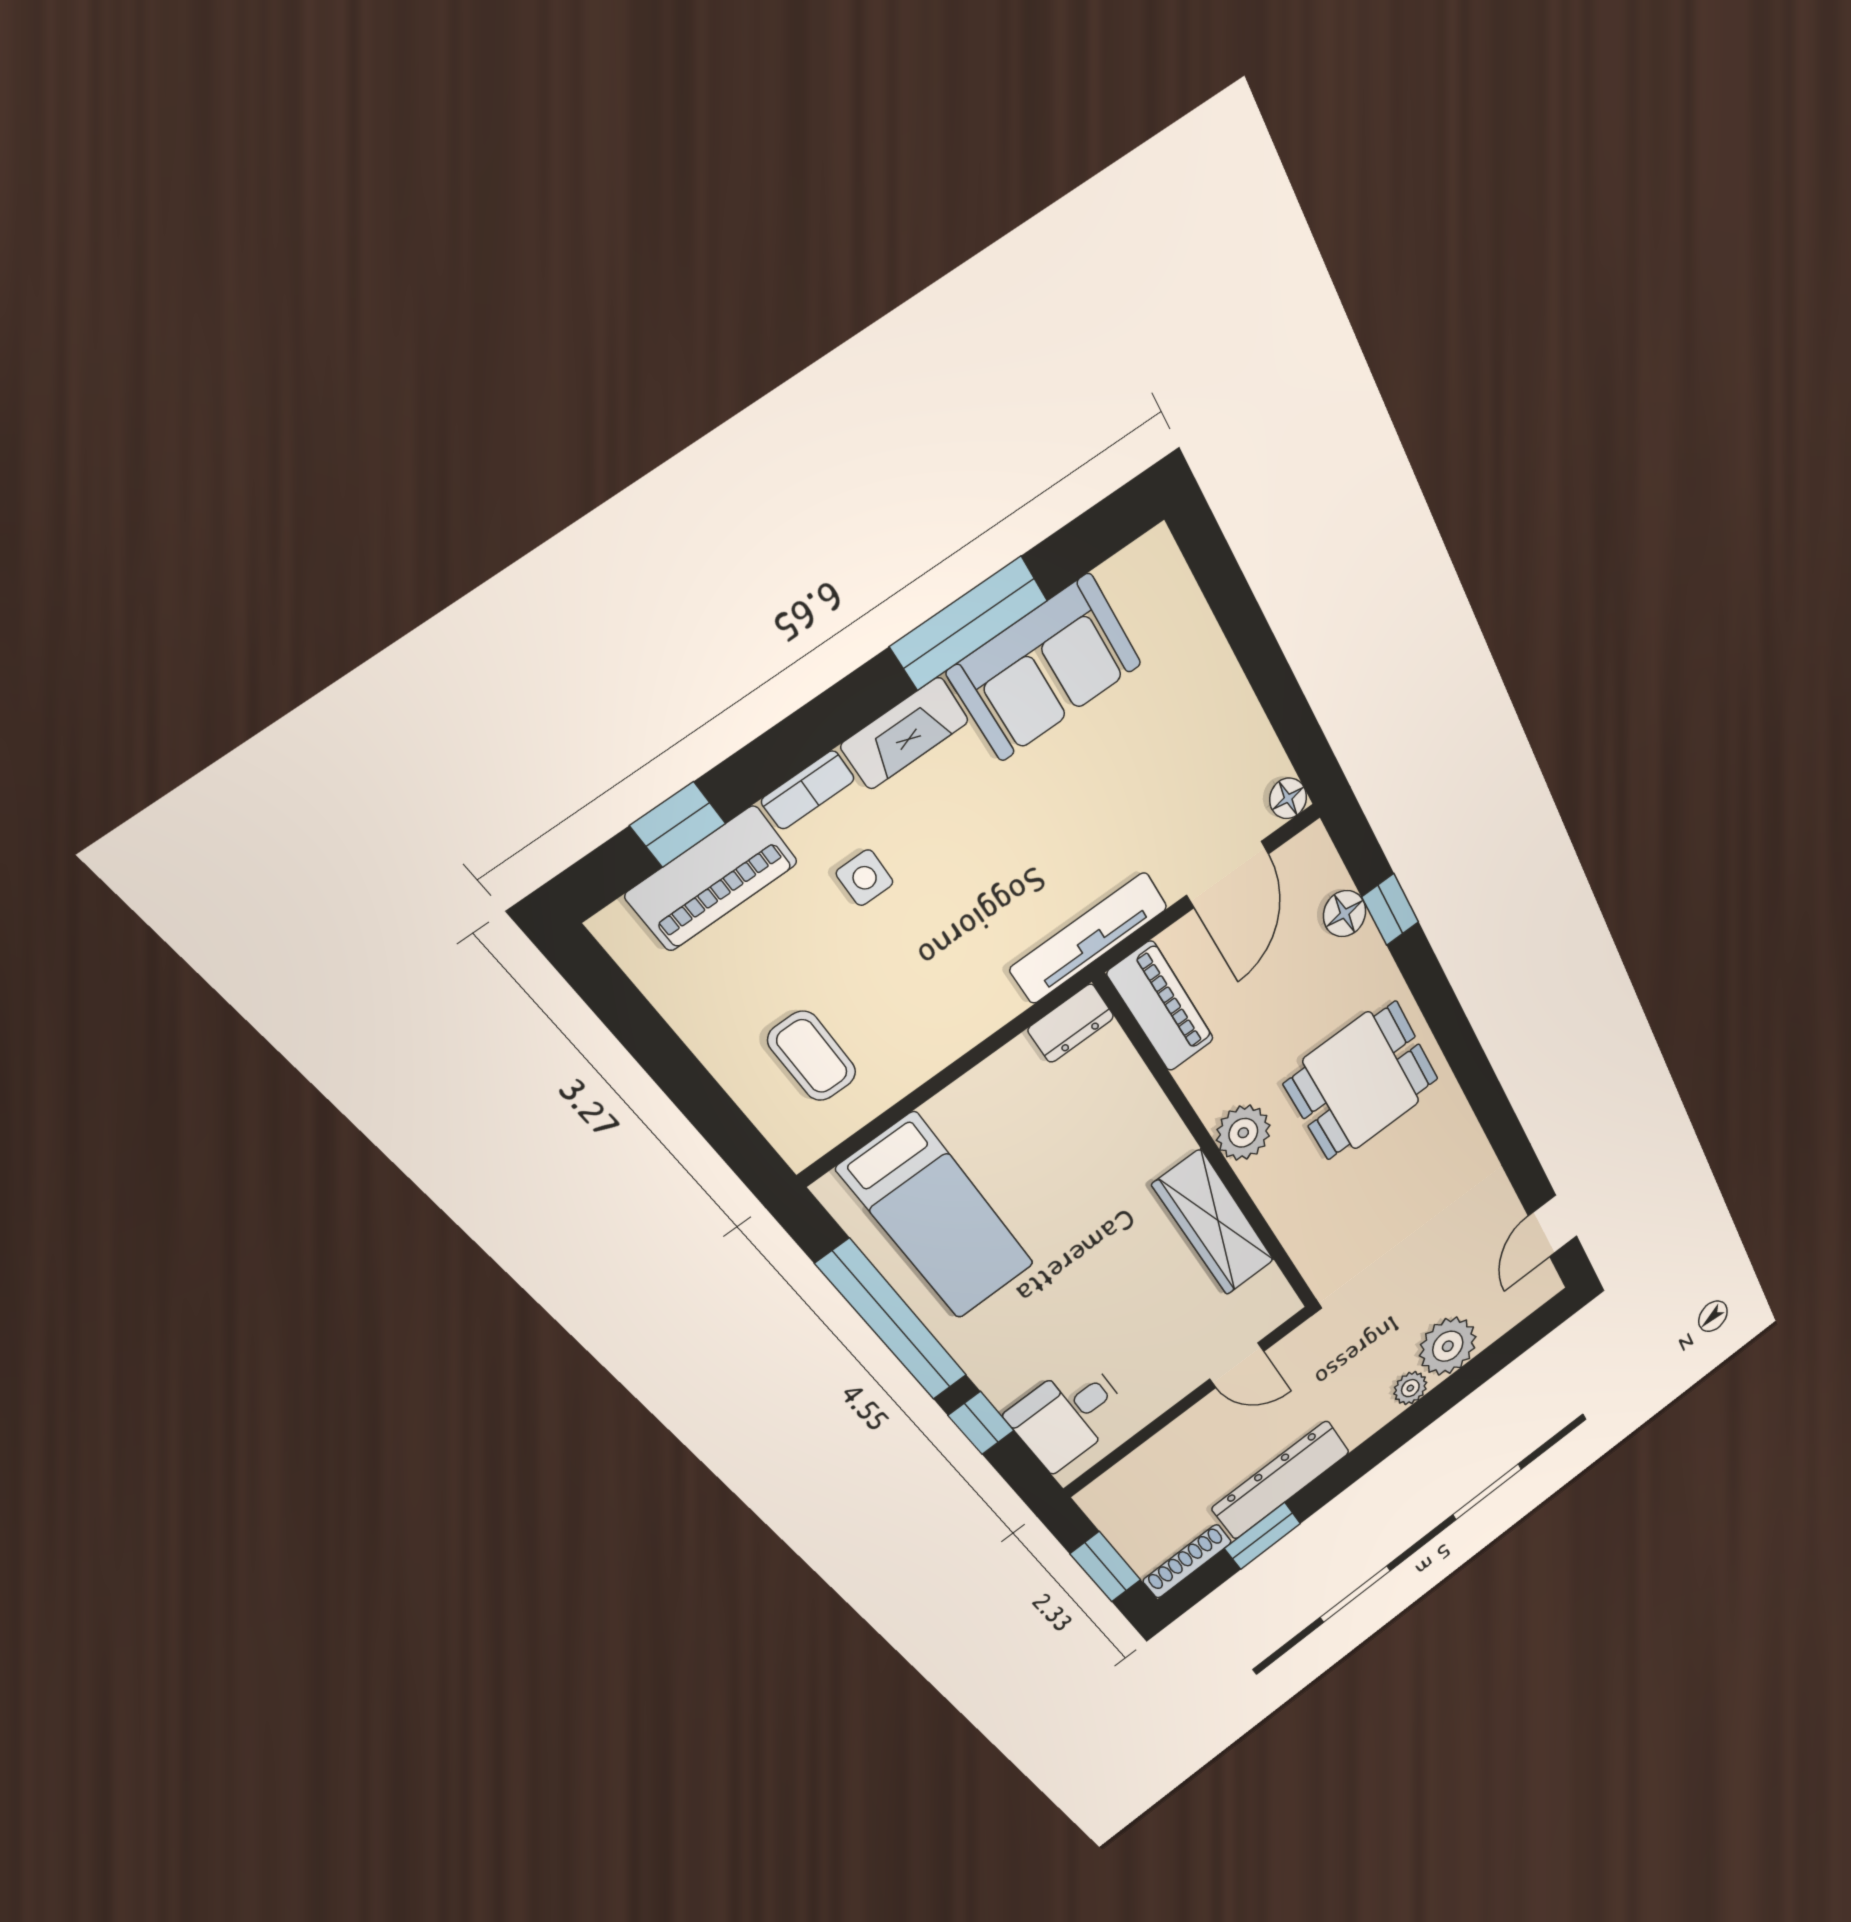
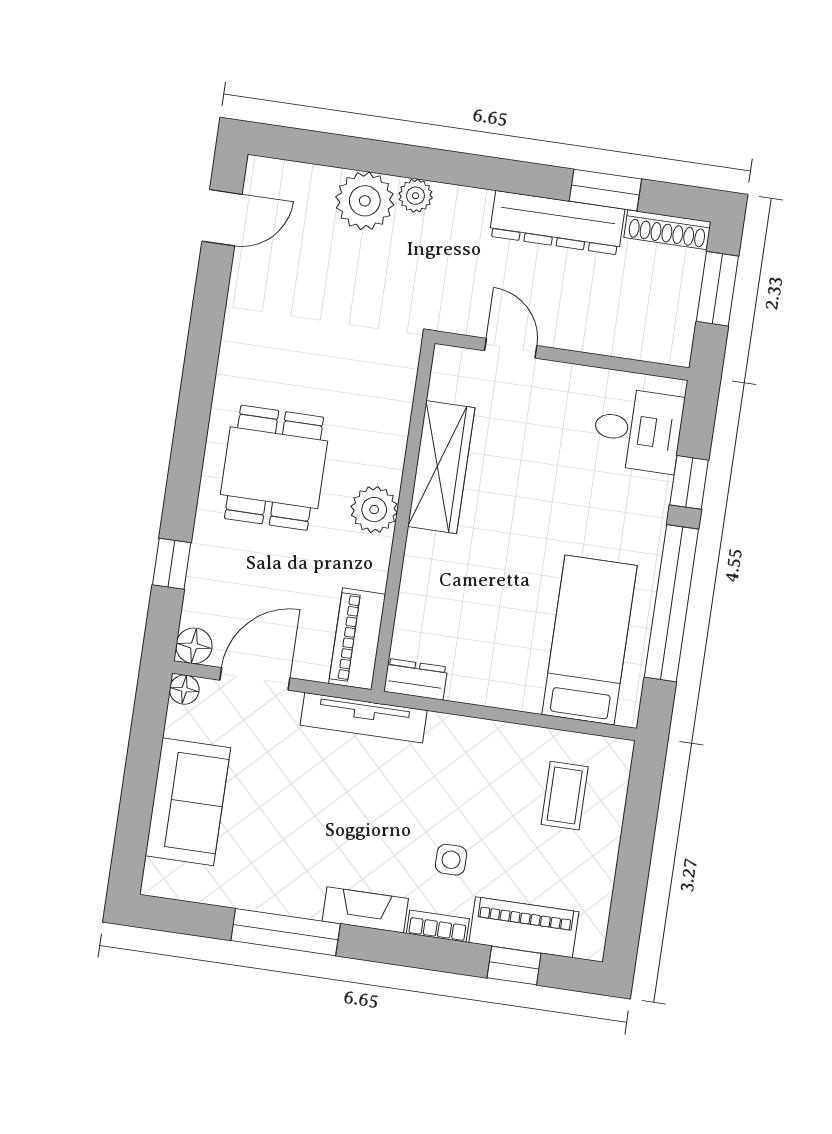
sofa: (1045, 668) -> (188, 802), moved, turned 90
floor lamp: (1345, 914) -> (194, 646), moved
dining table: (1362, 1081) -> (274, 468), turned 90

